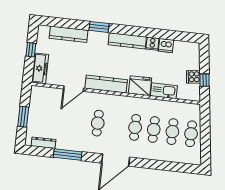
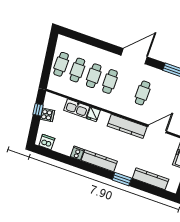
dishwasher: (166, 46) -> (47, 142), moved
fridge: (140, 86) -> (93, 114), width x0.53, depth x0.75

